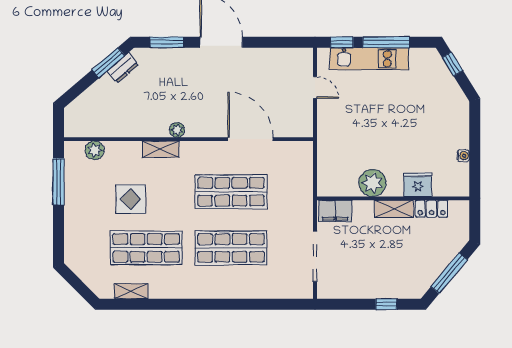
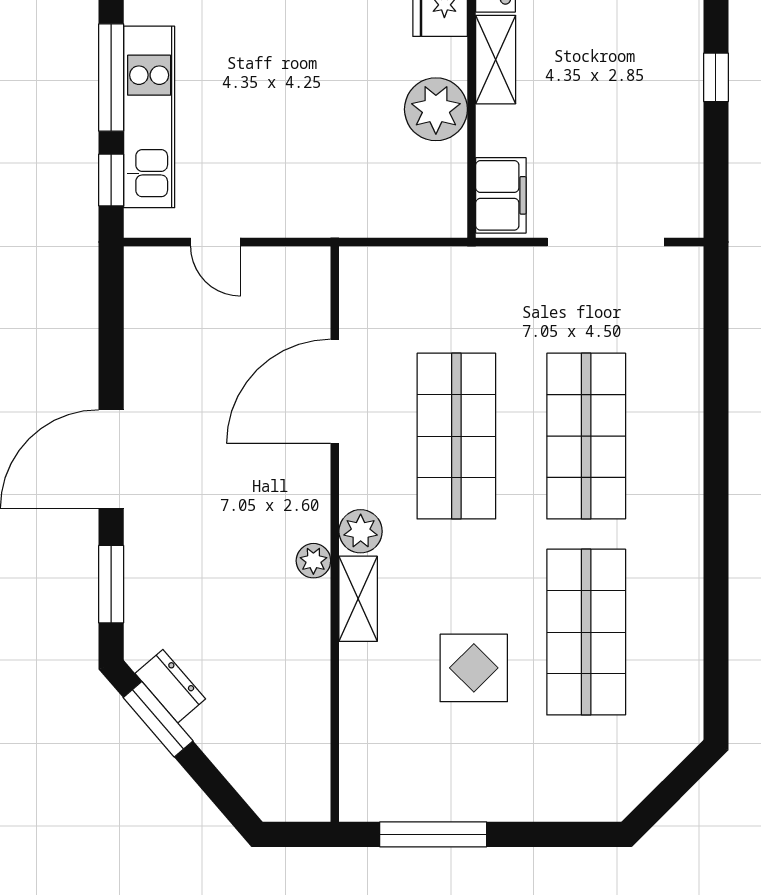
door: (315, 88) -> (216, 242), swing flipped
plant: (95, 150) -> (361, 531), moved
shelving: (131, 291) -> (686, 667), removed

